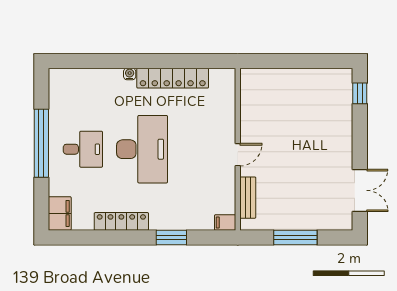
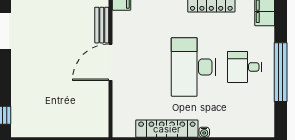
door: (238, 155) -> (110, 62), width x1.88

